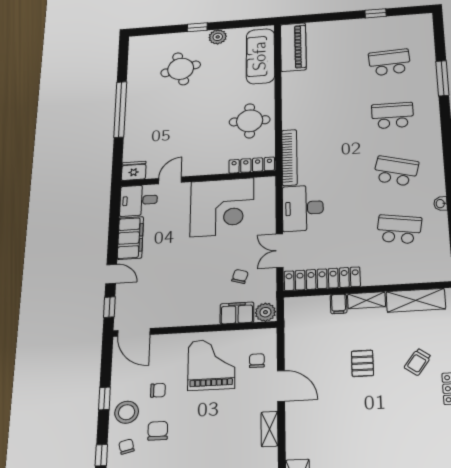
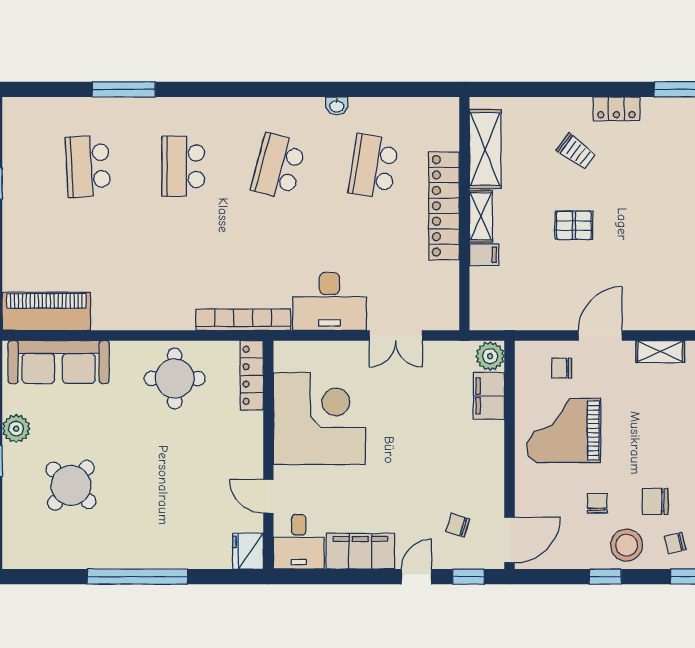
round table: (181, 69) -> (71, 485), turned -35
chair: (240, 276) -> (458, 525), moved
locker: (322, 279) -> (444, 206), moved

